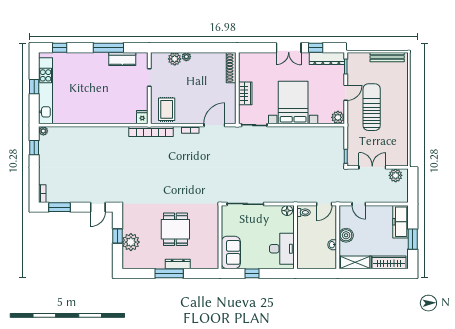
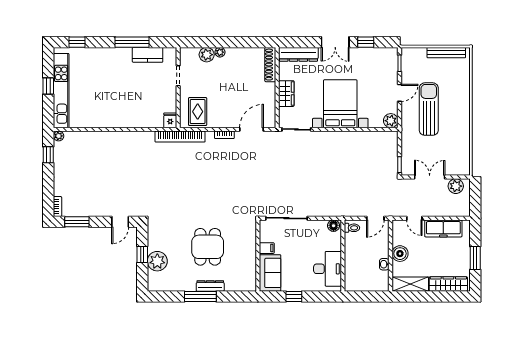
dresser: (327, 58) -> (298, 54), moved
freezer: (401, 222) -> (443, 228), moved, turned -90
filing cabinet: (228, 230) -> (267, 248), added

